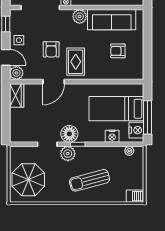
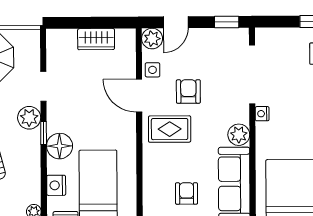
side table: (19, 40) -> (153, 70), moved
armchair: (51, 49) -> (188, 91), turned 90
wardrobe: (17, 95) -> (96, 39), moved
floor lamp: (69, 134) -> (60, 146), moved

